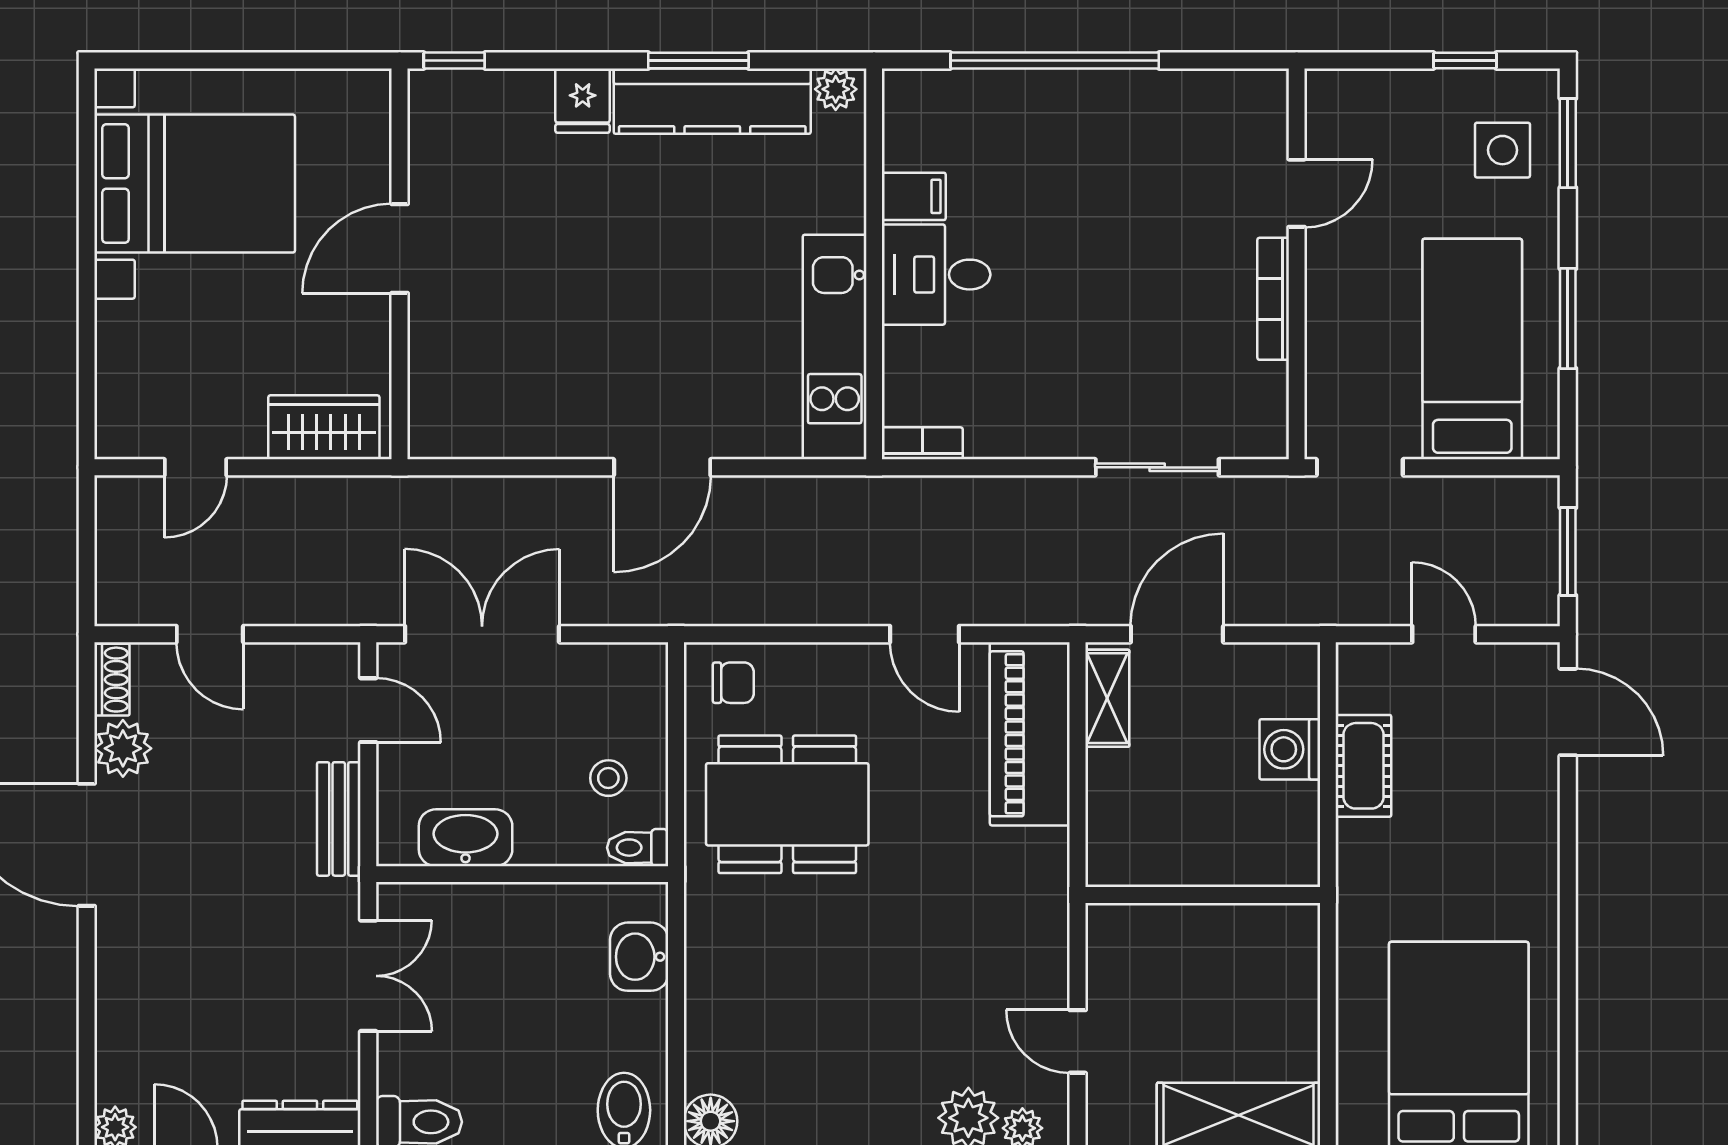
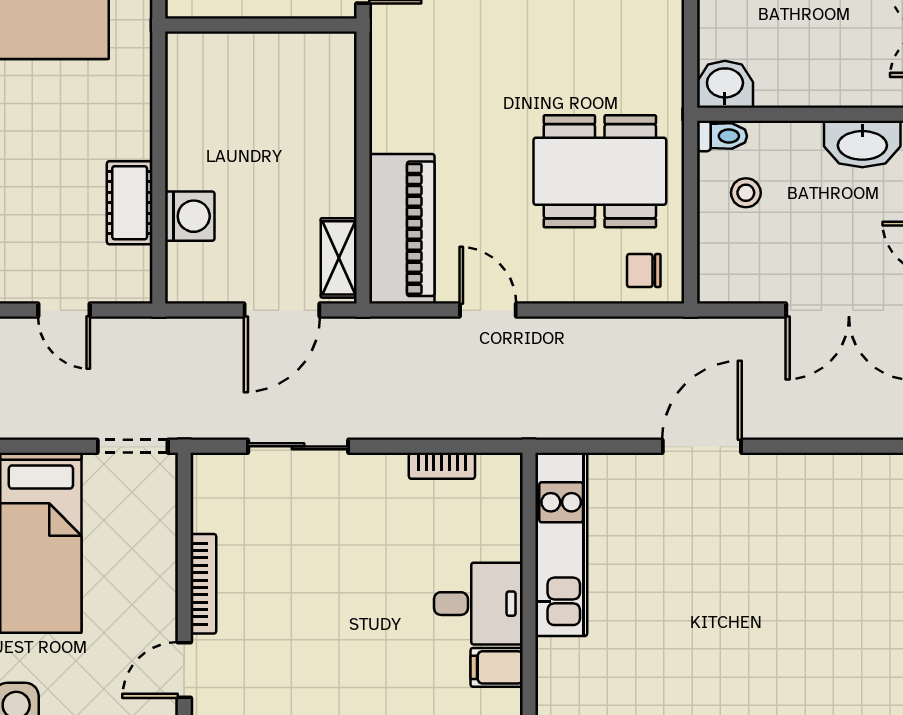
bookcase: (922, 443) -> (442, 466), moved
wall: (1203, 895) -> (261, 25), moved
washbasin: (639, 957) -> (725, 84), moved, turned -90

